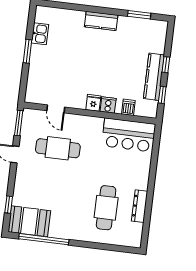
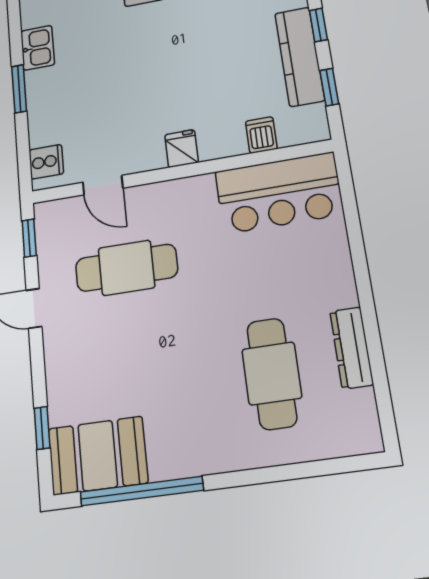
cooker: (108, 105) -> (46, 162), moved, turned 90
window: (19, 123) -> (29, 238), width x0.67

